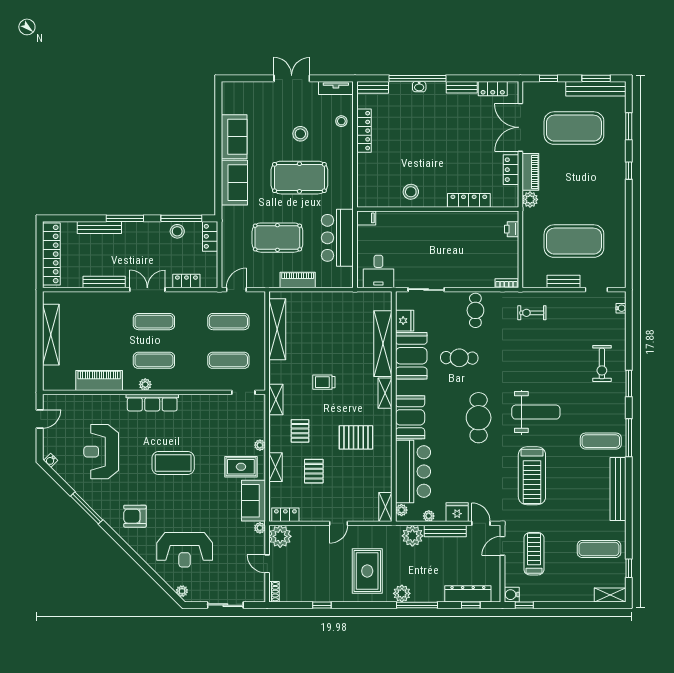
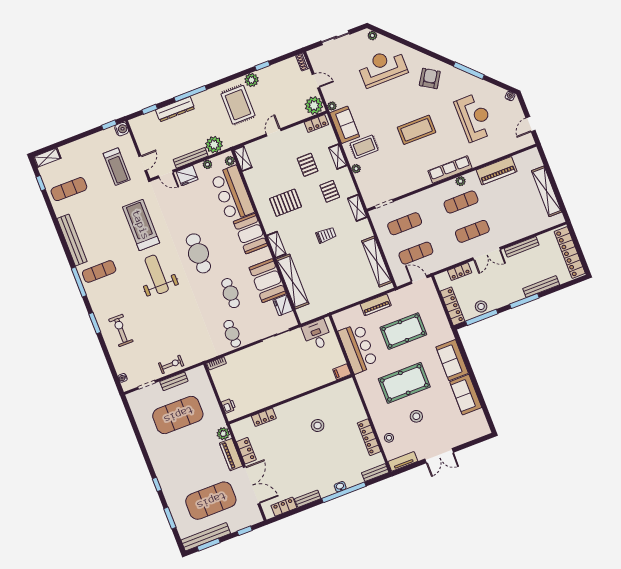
stool: (411, 192) -> (318, 425), moved
locker: (469, 200) -> (264, 417), width x0.66
locker: (210, 236) -> (452, 306), width x1.53
door: (236, 290) -> (419, 280), swing flipped
exercise bike: (532, 313) -> (171, 364), moved
cafe table: (459, 358) -> (231, 293), turned 90
weight bench: (536, 412) -> (157, 274), turned 90
armchair: (135, 516) -> (430, 78), turned -58
plant: (402, 593) -> (252, 80), moved
dresser: (468, 594) -> (175, 109), moved

